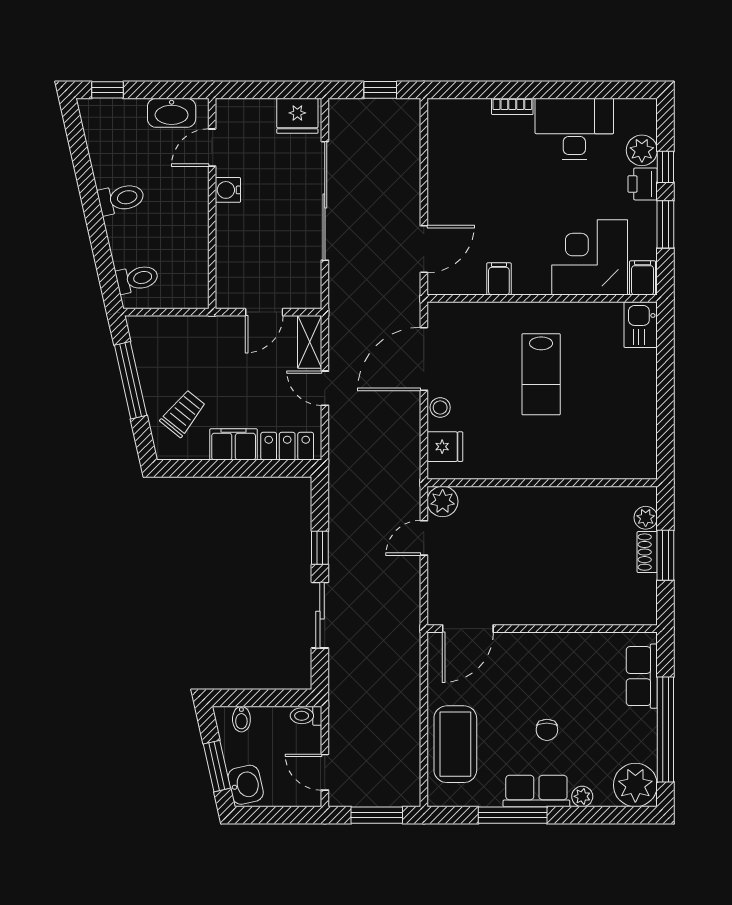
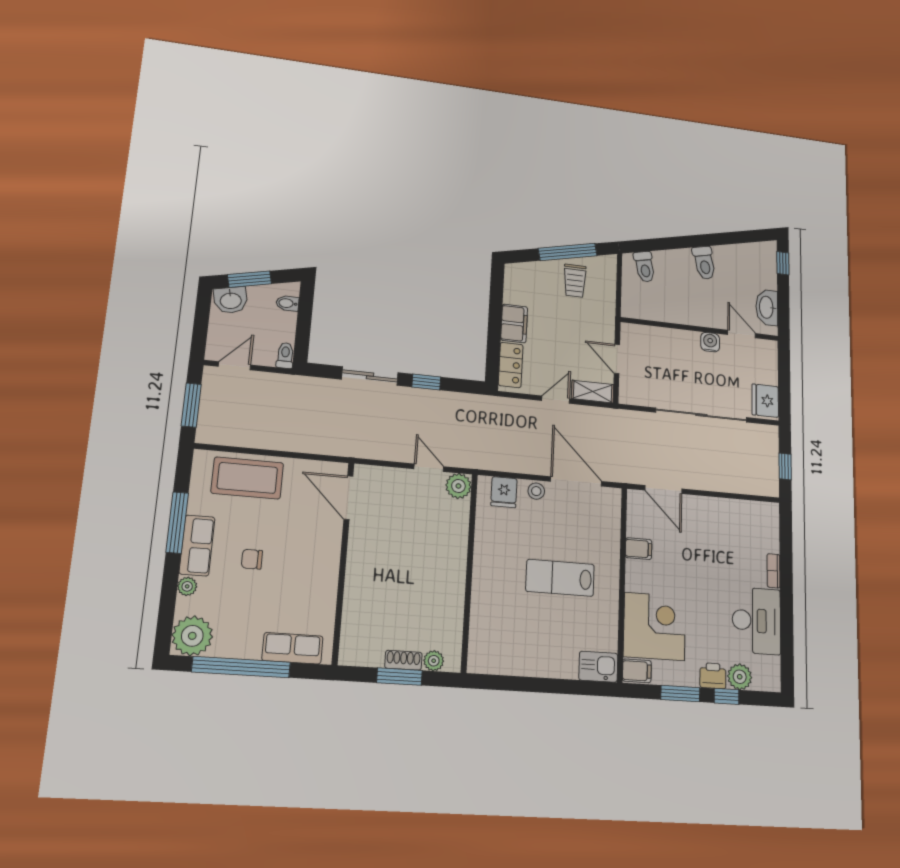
trolley: (183, 413) -> (575, 281), moved, turned 51

